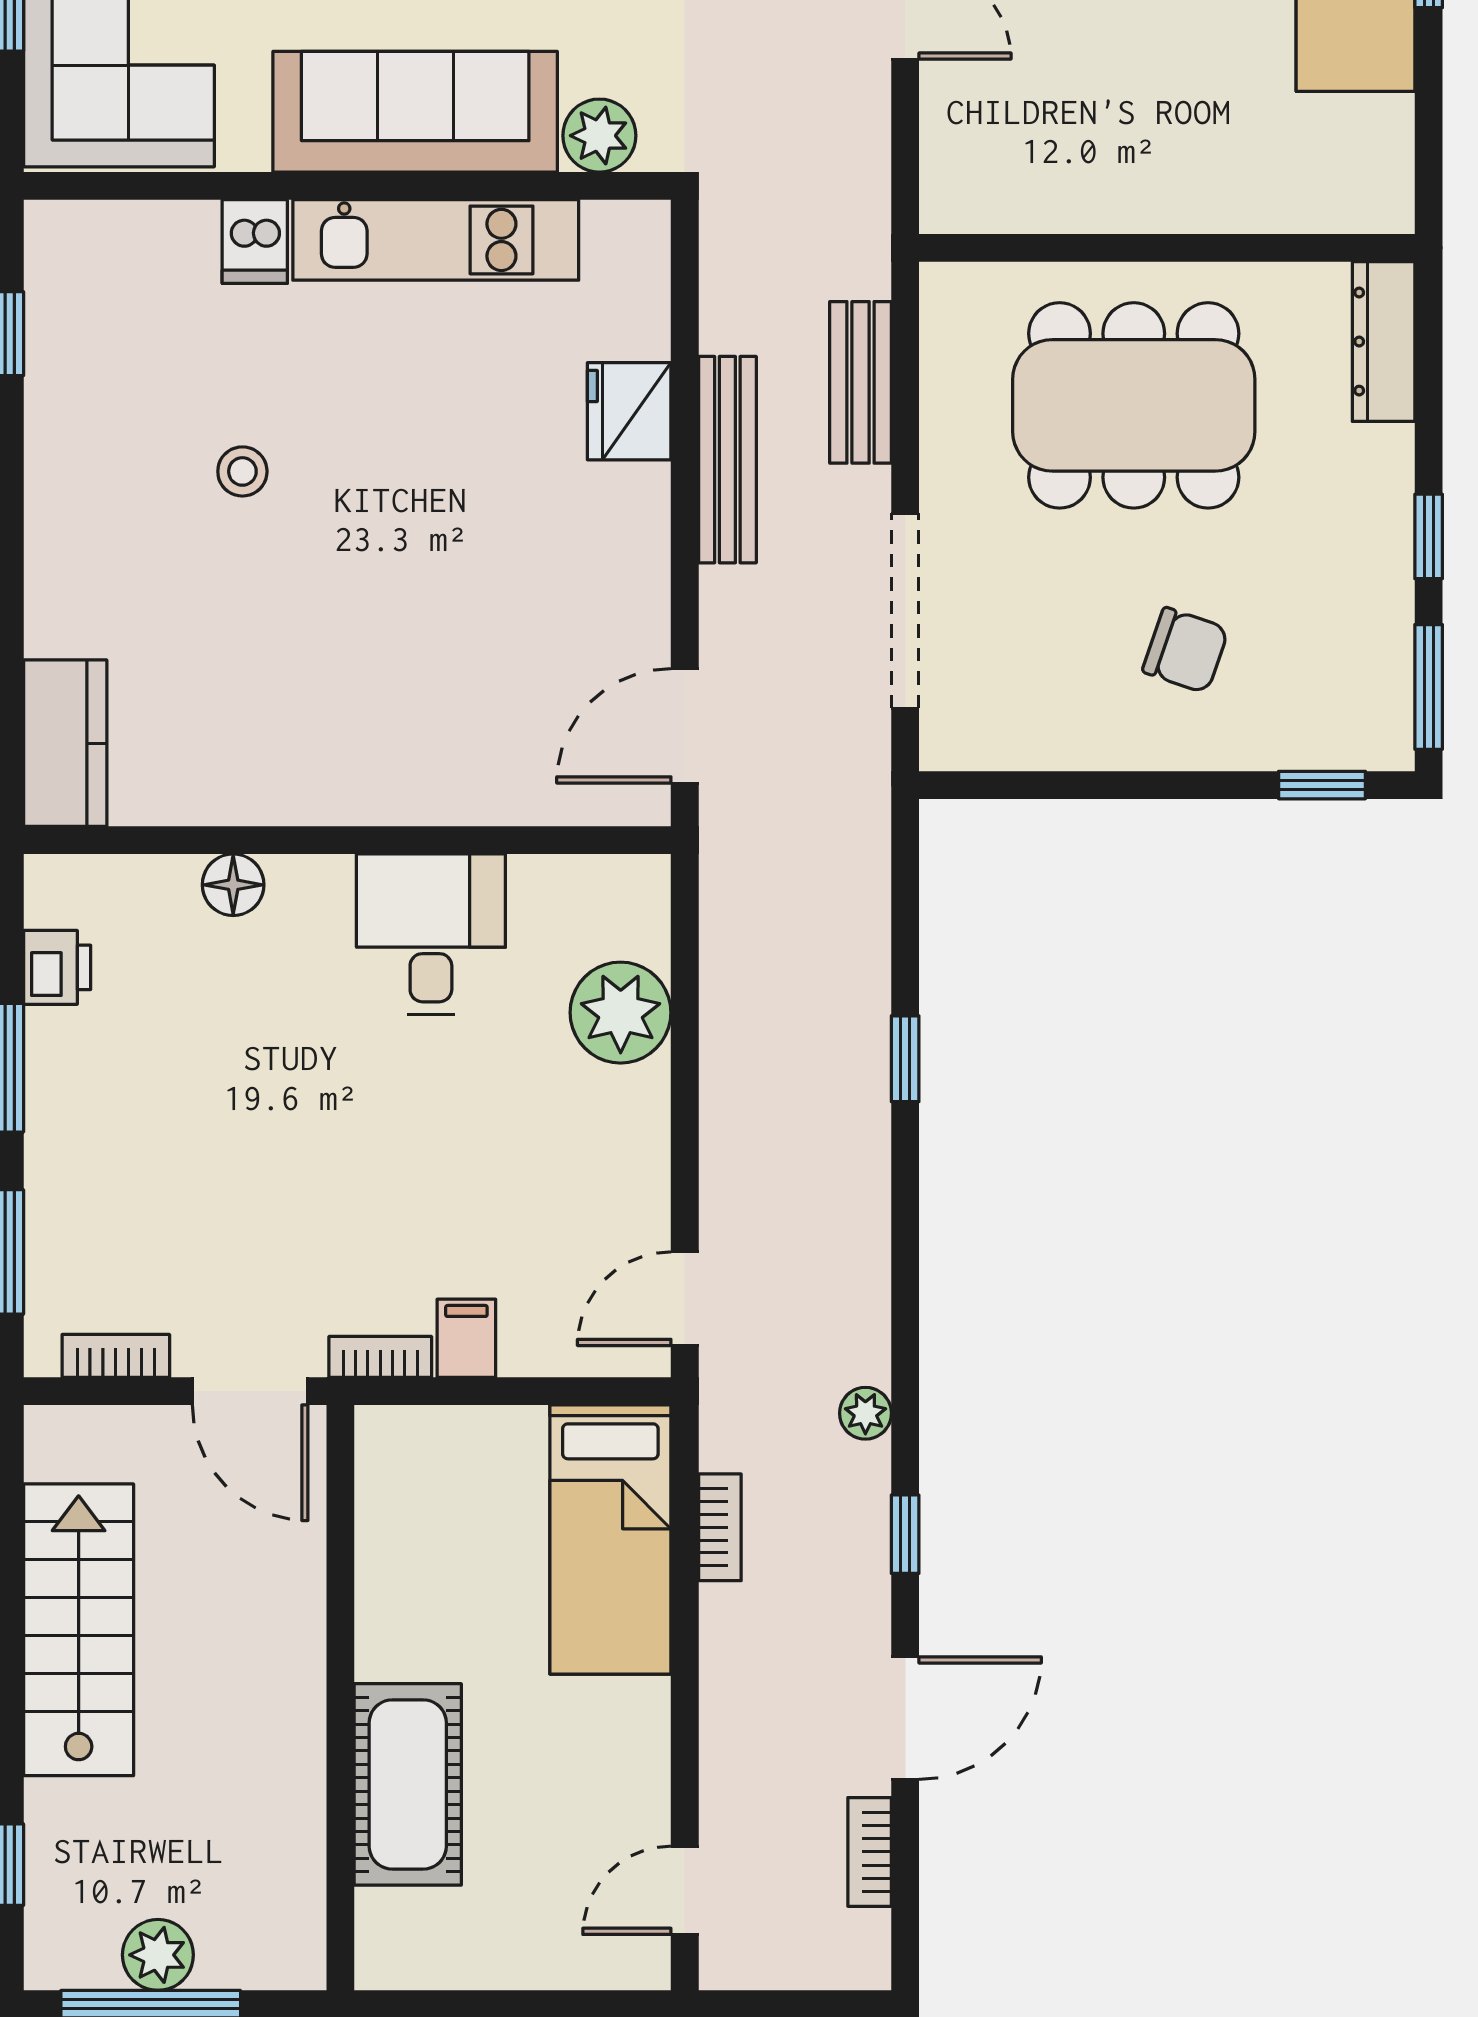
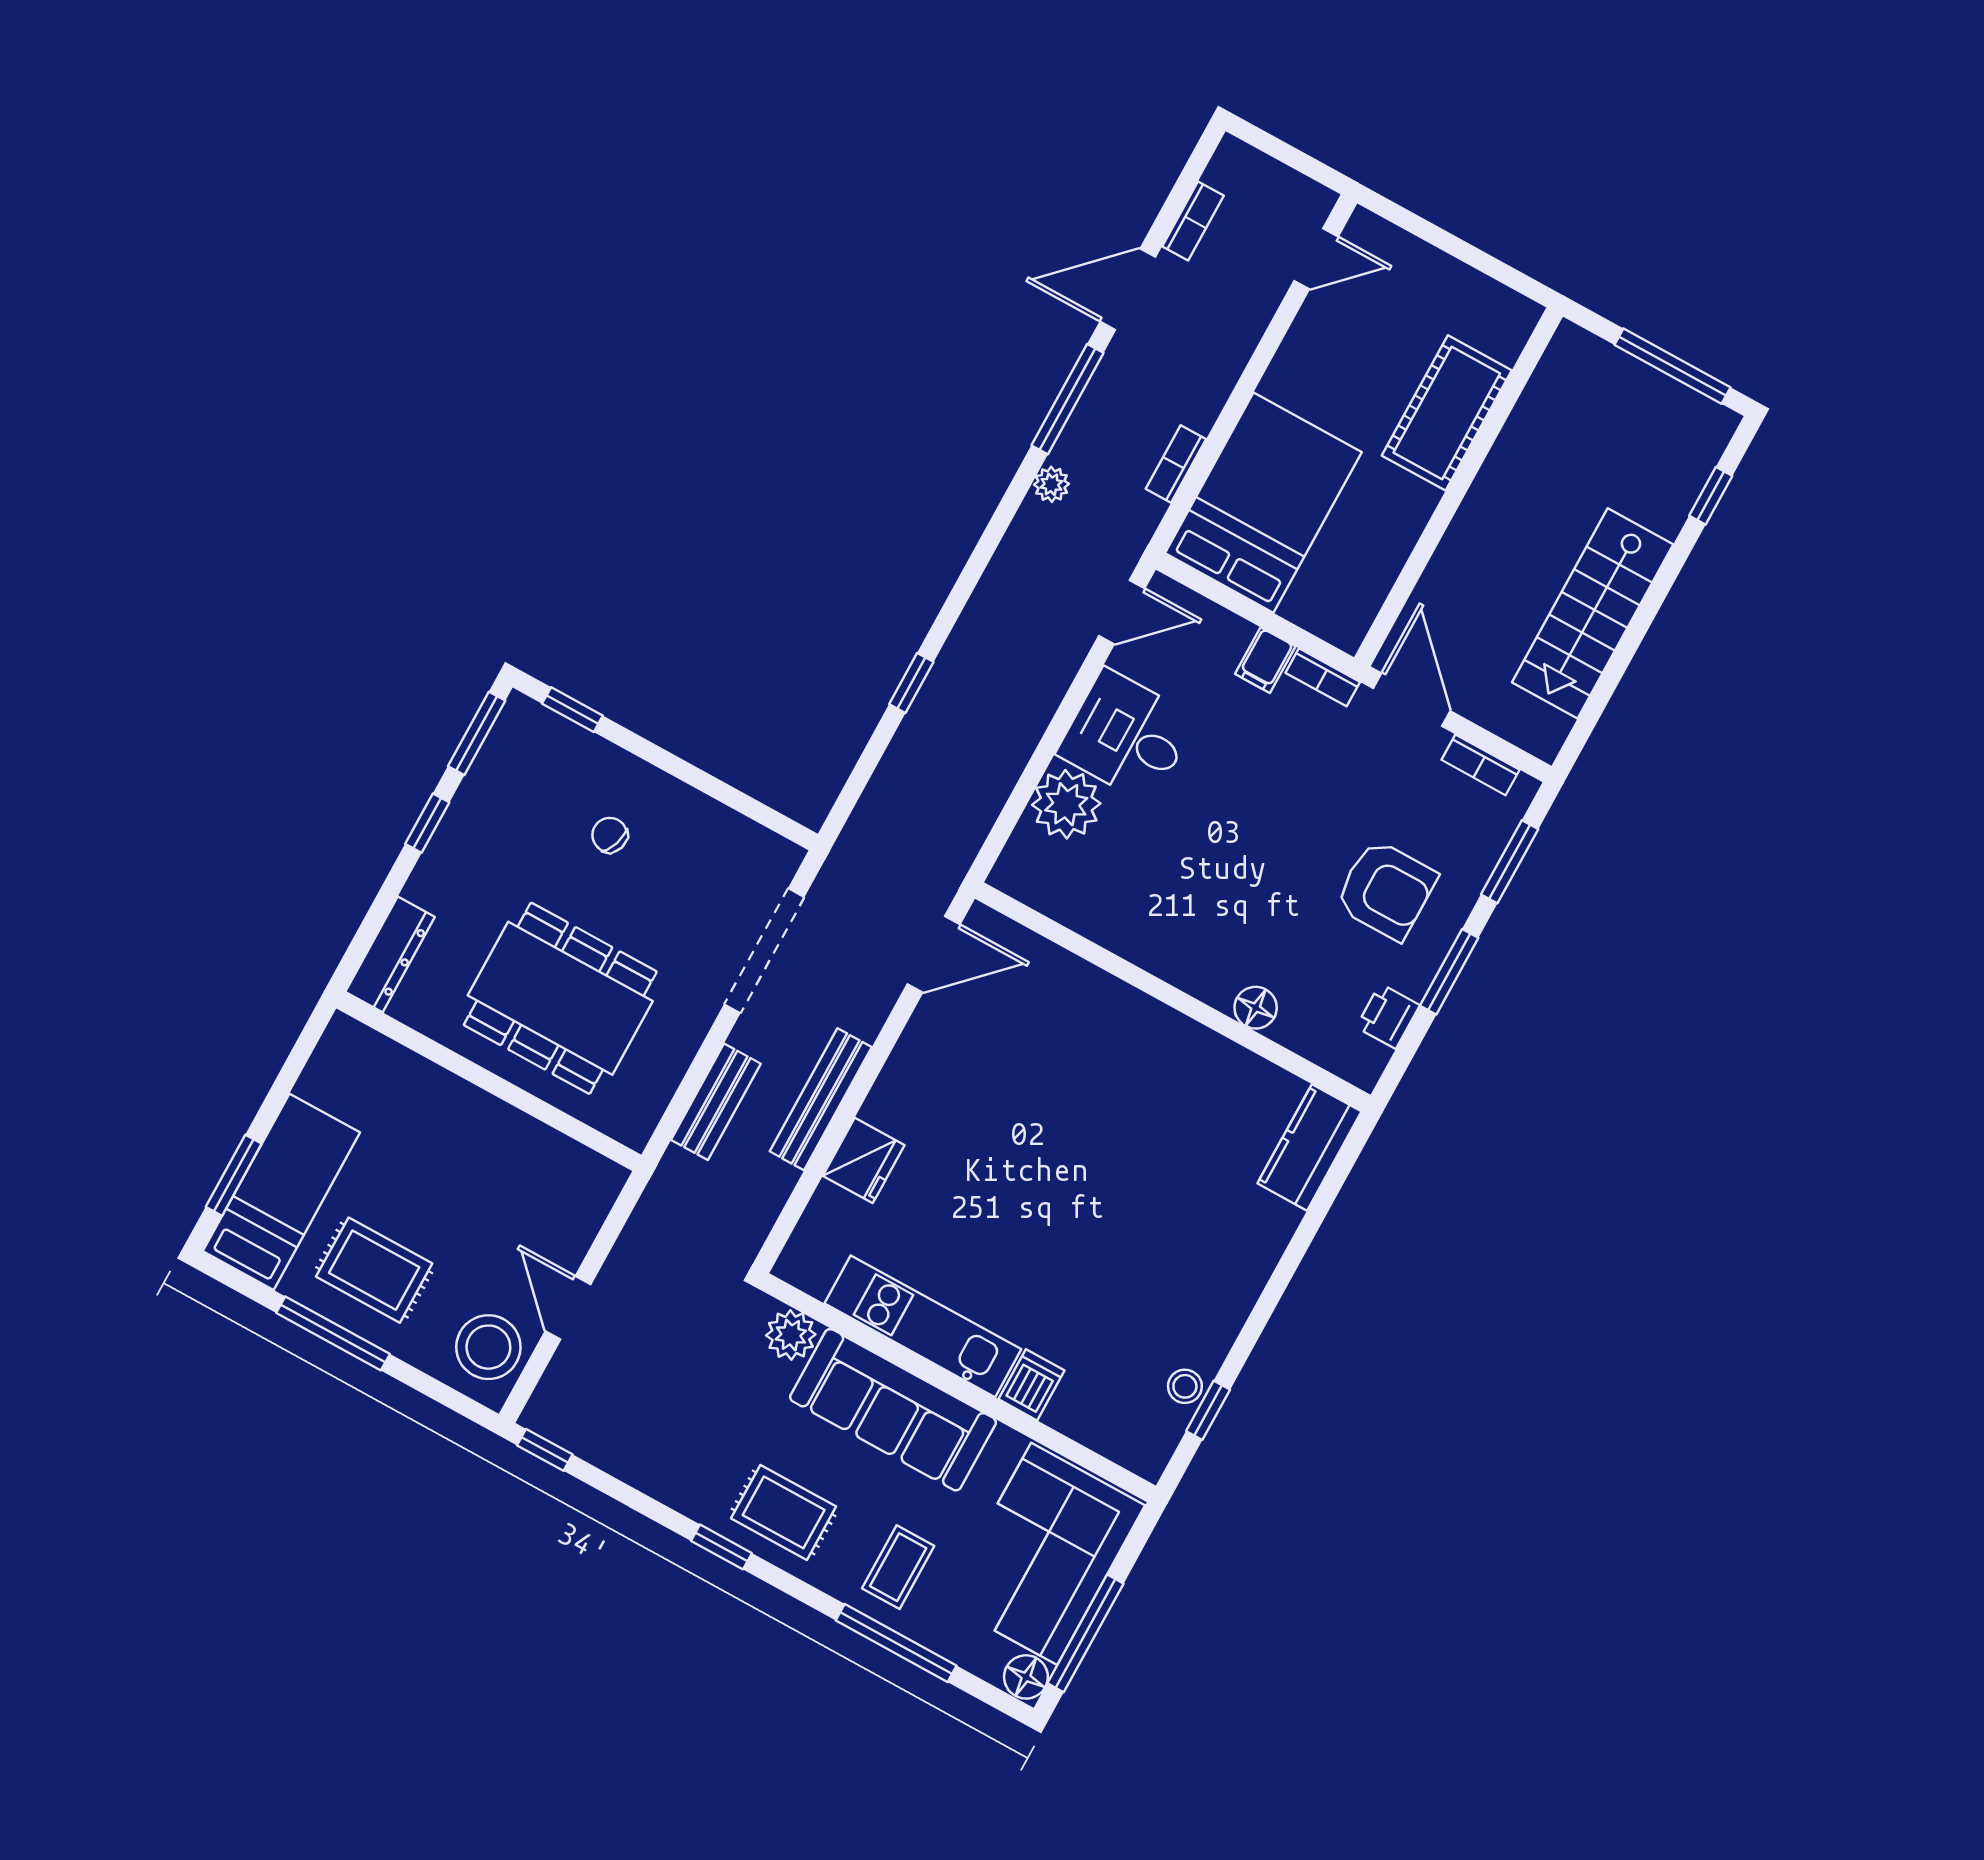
stool: (242, 471) -> (1185, 1386), moved
chair: (1185, 650) -> (610, 835), width x0.73, depth x0.73
desk: (431, 934) -> (1127, 736), moved, turned 90
armchair: (149, 1128) -> (1386, 890), added
window: (905, 1534) -> (1067, 399), width x2.17
bed: (610, 1540) -> (1263, 503), width x1.50
plant: (158, 1955) -> (1652, 393), removed

